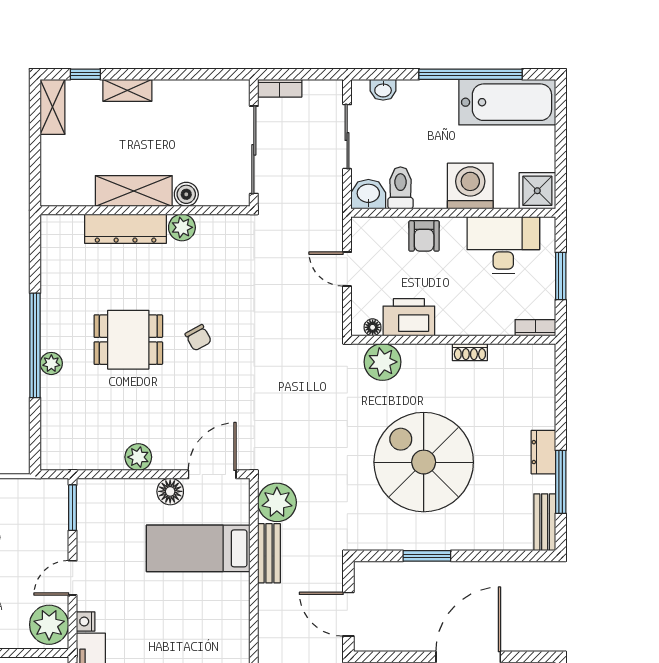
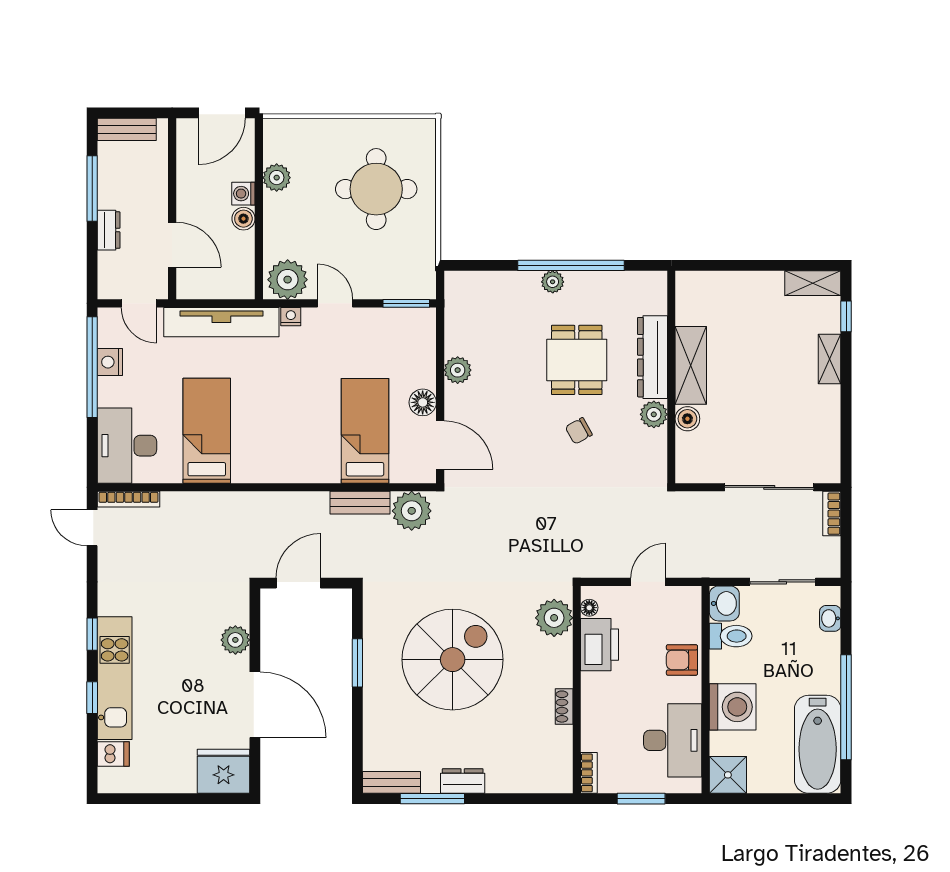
shelving: (134, 191) -> (691, 365), moved
boiler: (186, 194) -> (687, 419), moved
wall: (145, 210) -> (671, 377), moved
plant: (182, 227) -> (654, 414), moved
dresser: (126, 229) -> (653, 357), moved

